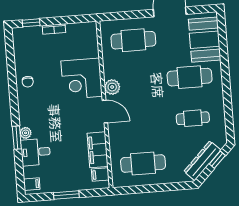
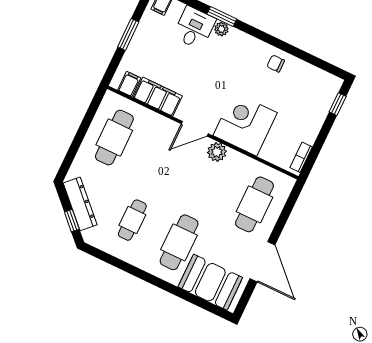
bookcase: (54, 29) -> (301, 157), moved

